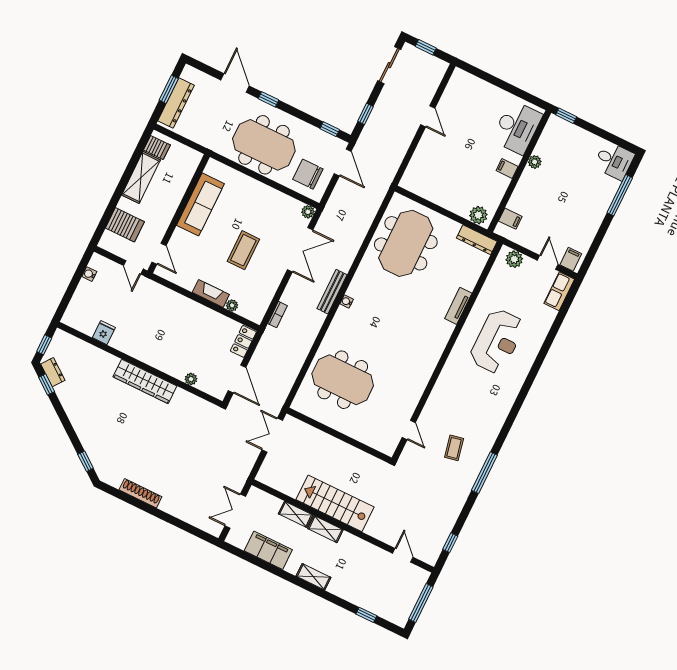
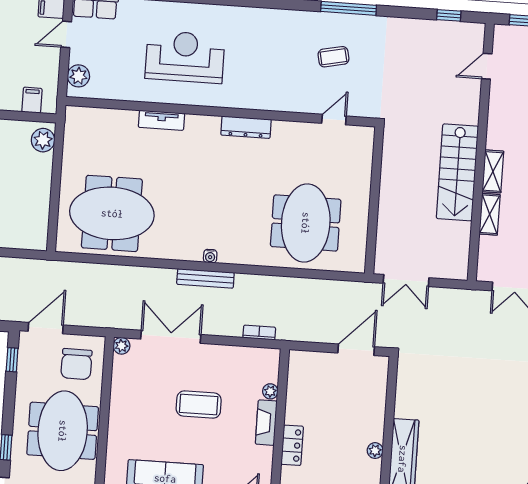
dresser: (477, 240) -> (246, 127), moved, turned 90
locker: (243, 341) -> (292, 445), moved, turned -90
plant: (191, 379) -> (375, 451), moved

